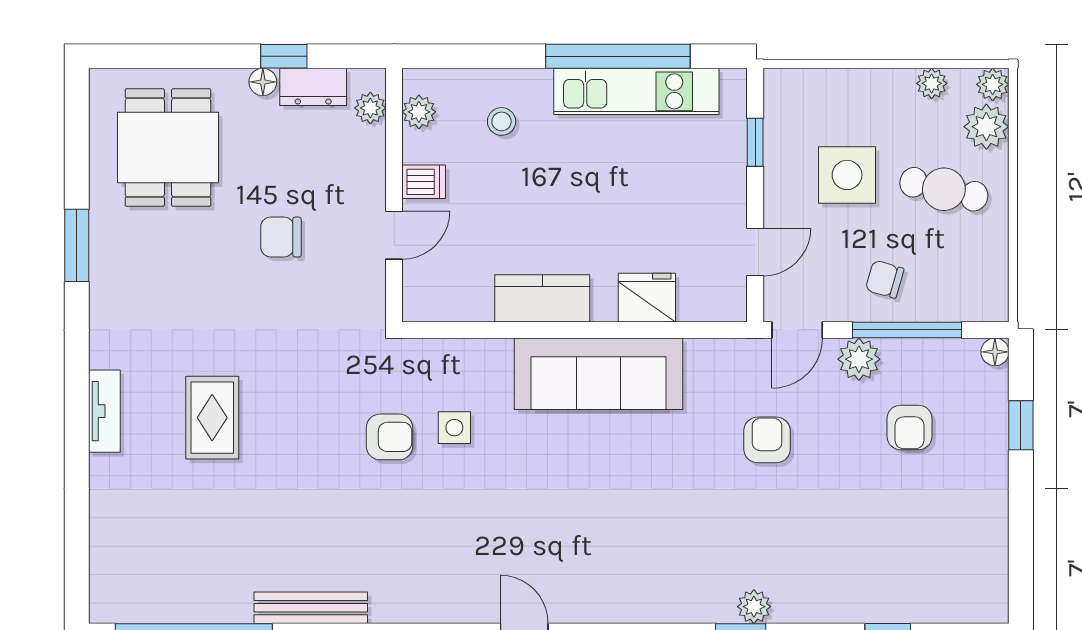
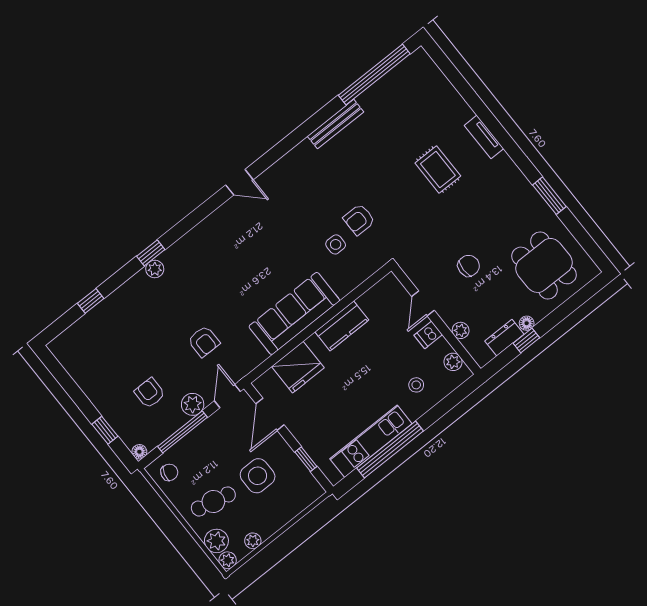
plant: (370, 108) -> (461, 330), moved
door: (755, 252) -> (270, 414), width x1.38
chair: (885, 279) -> (169, 472), moved
fridge: (647, 298) -> (298, 367), width x1.36, depth x1.34

